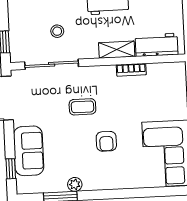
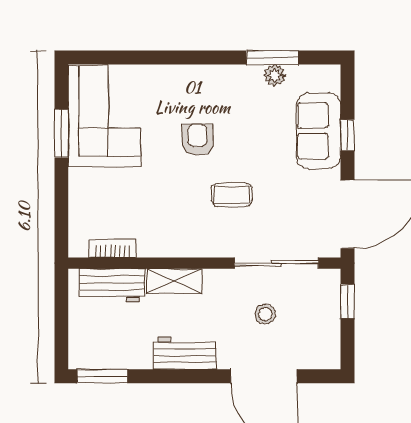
bookcase: (131, 70) -> (113, 249), moved
window: (11, 169) -> (347, 135), moved
plant: (75, 184) -> (275, 75), moved

